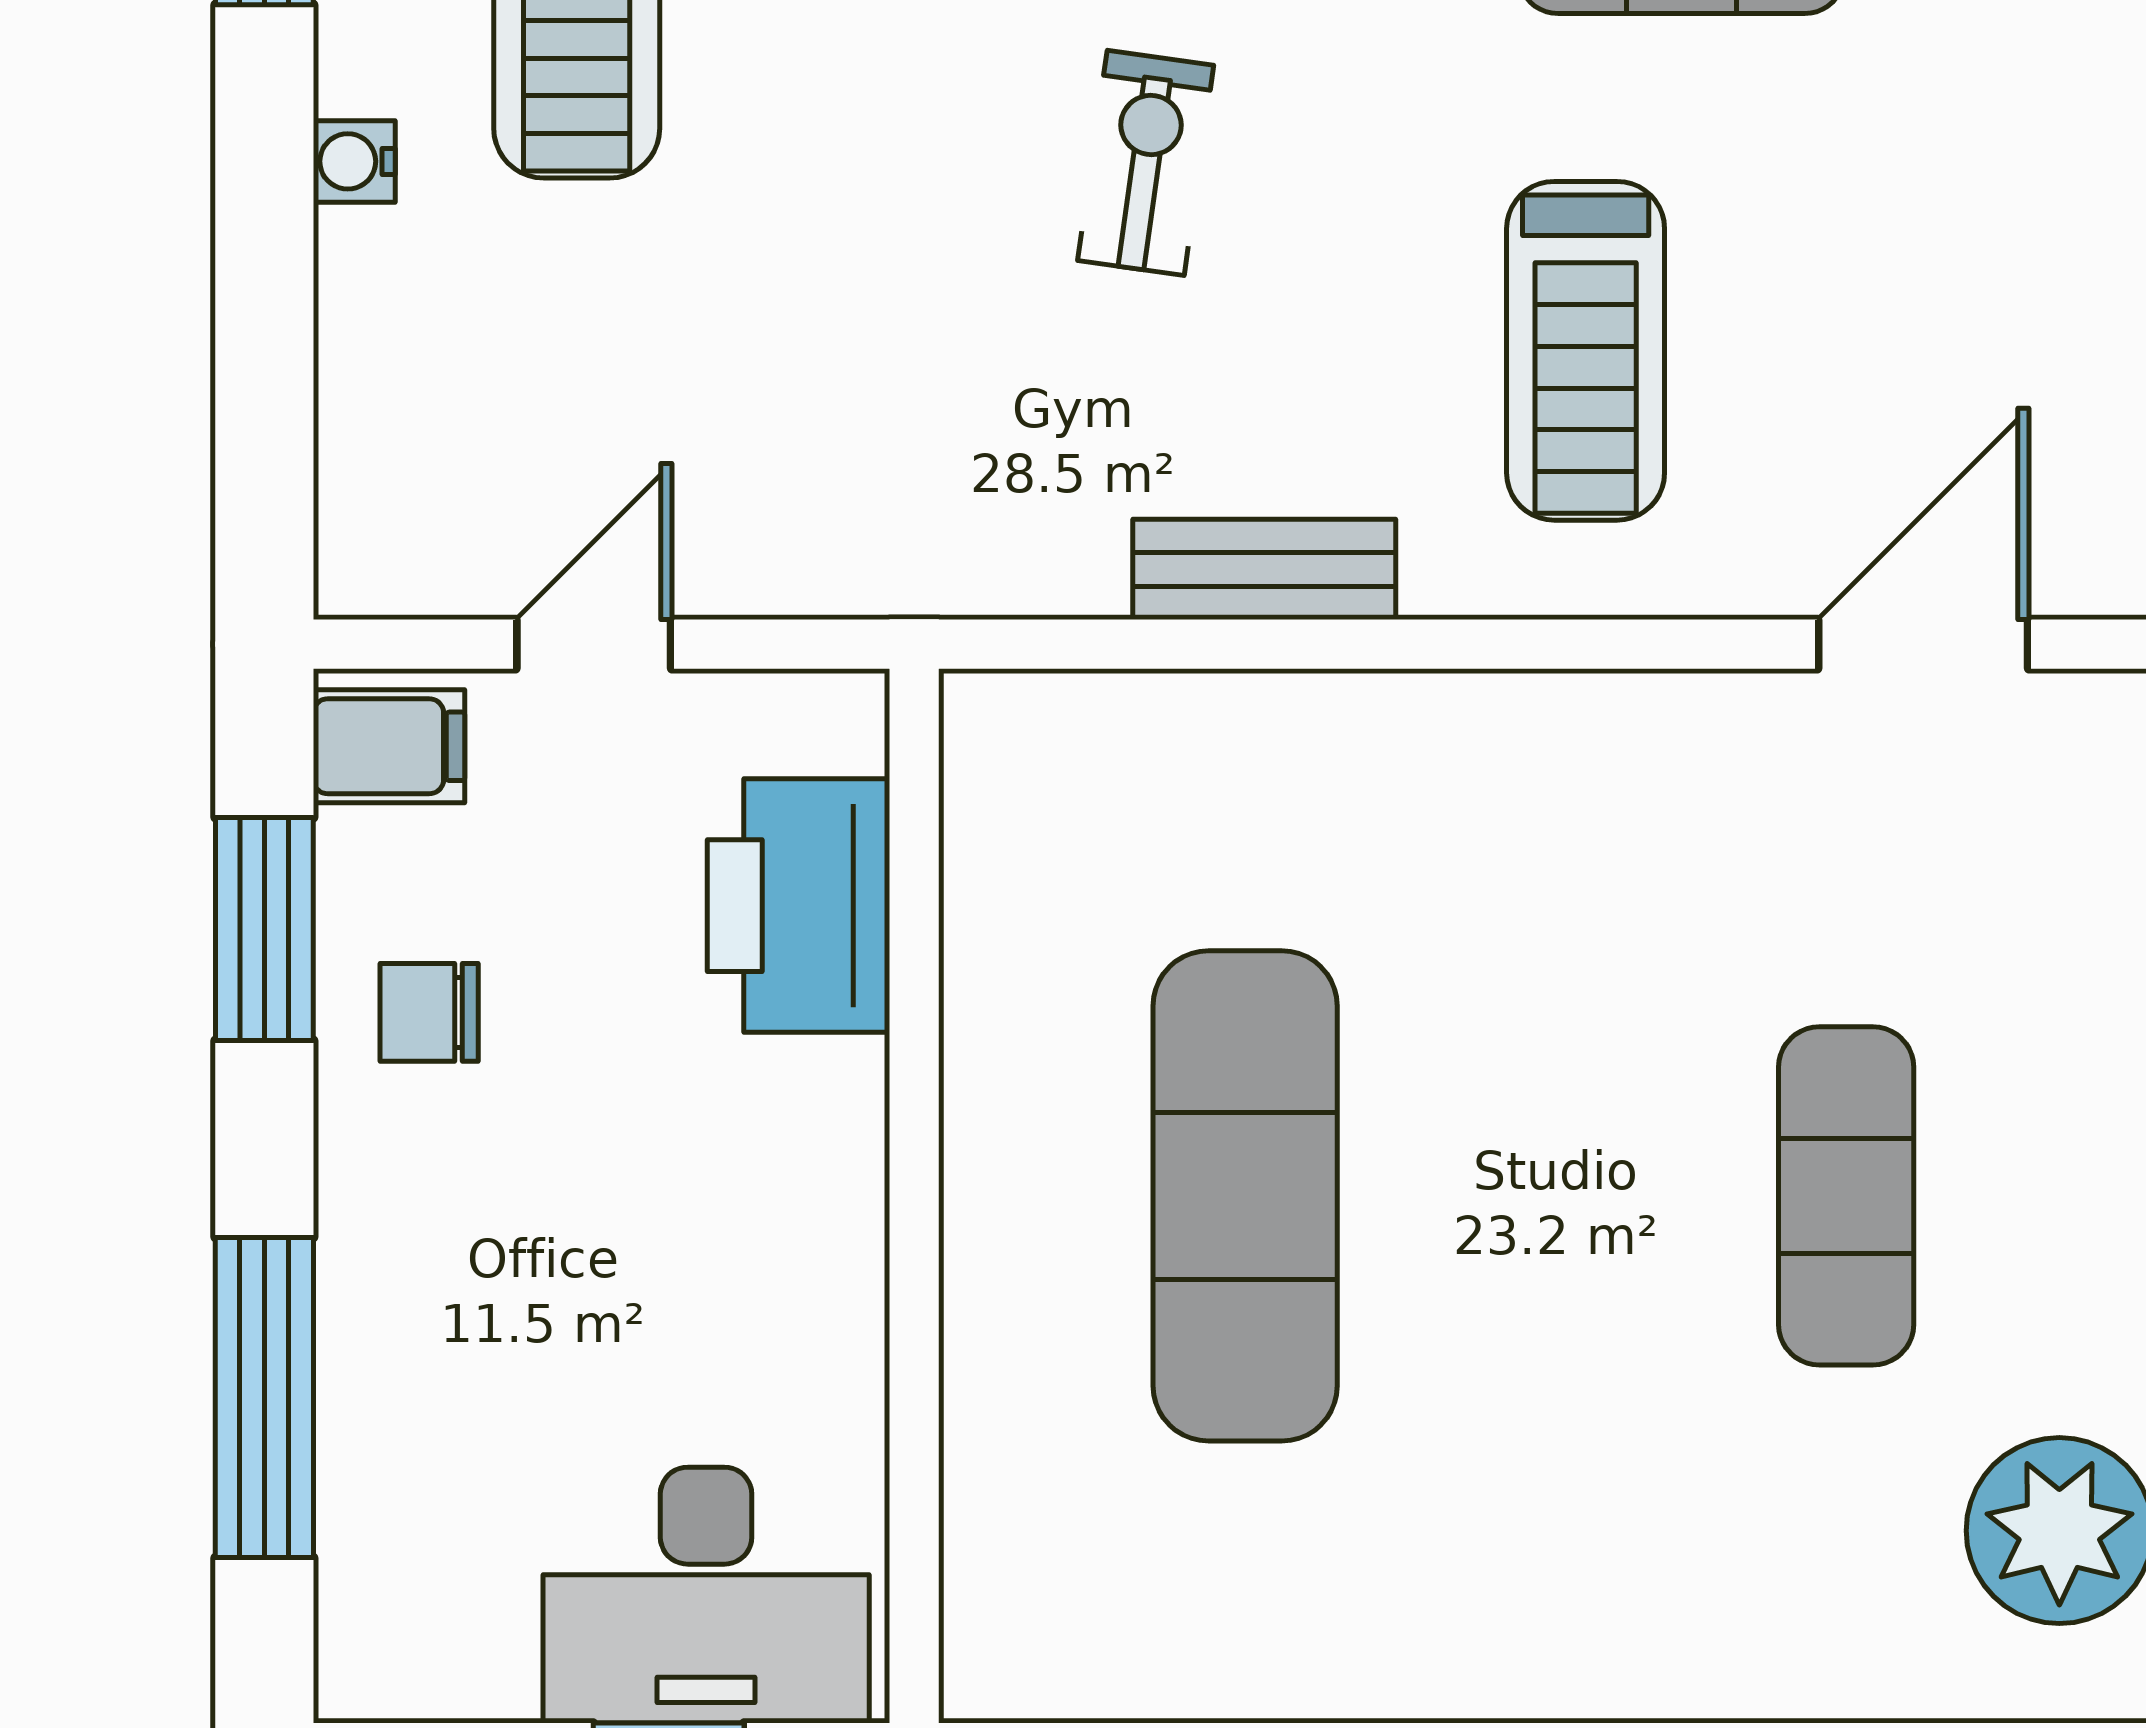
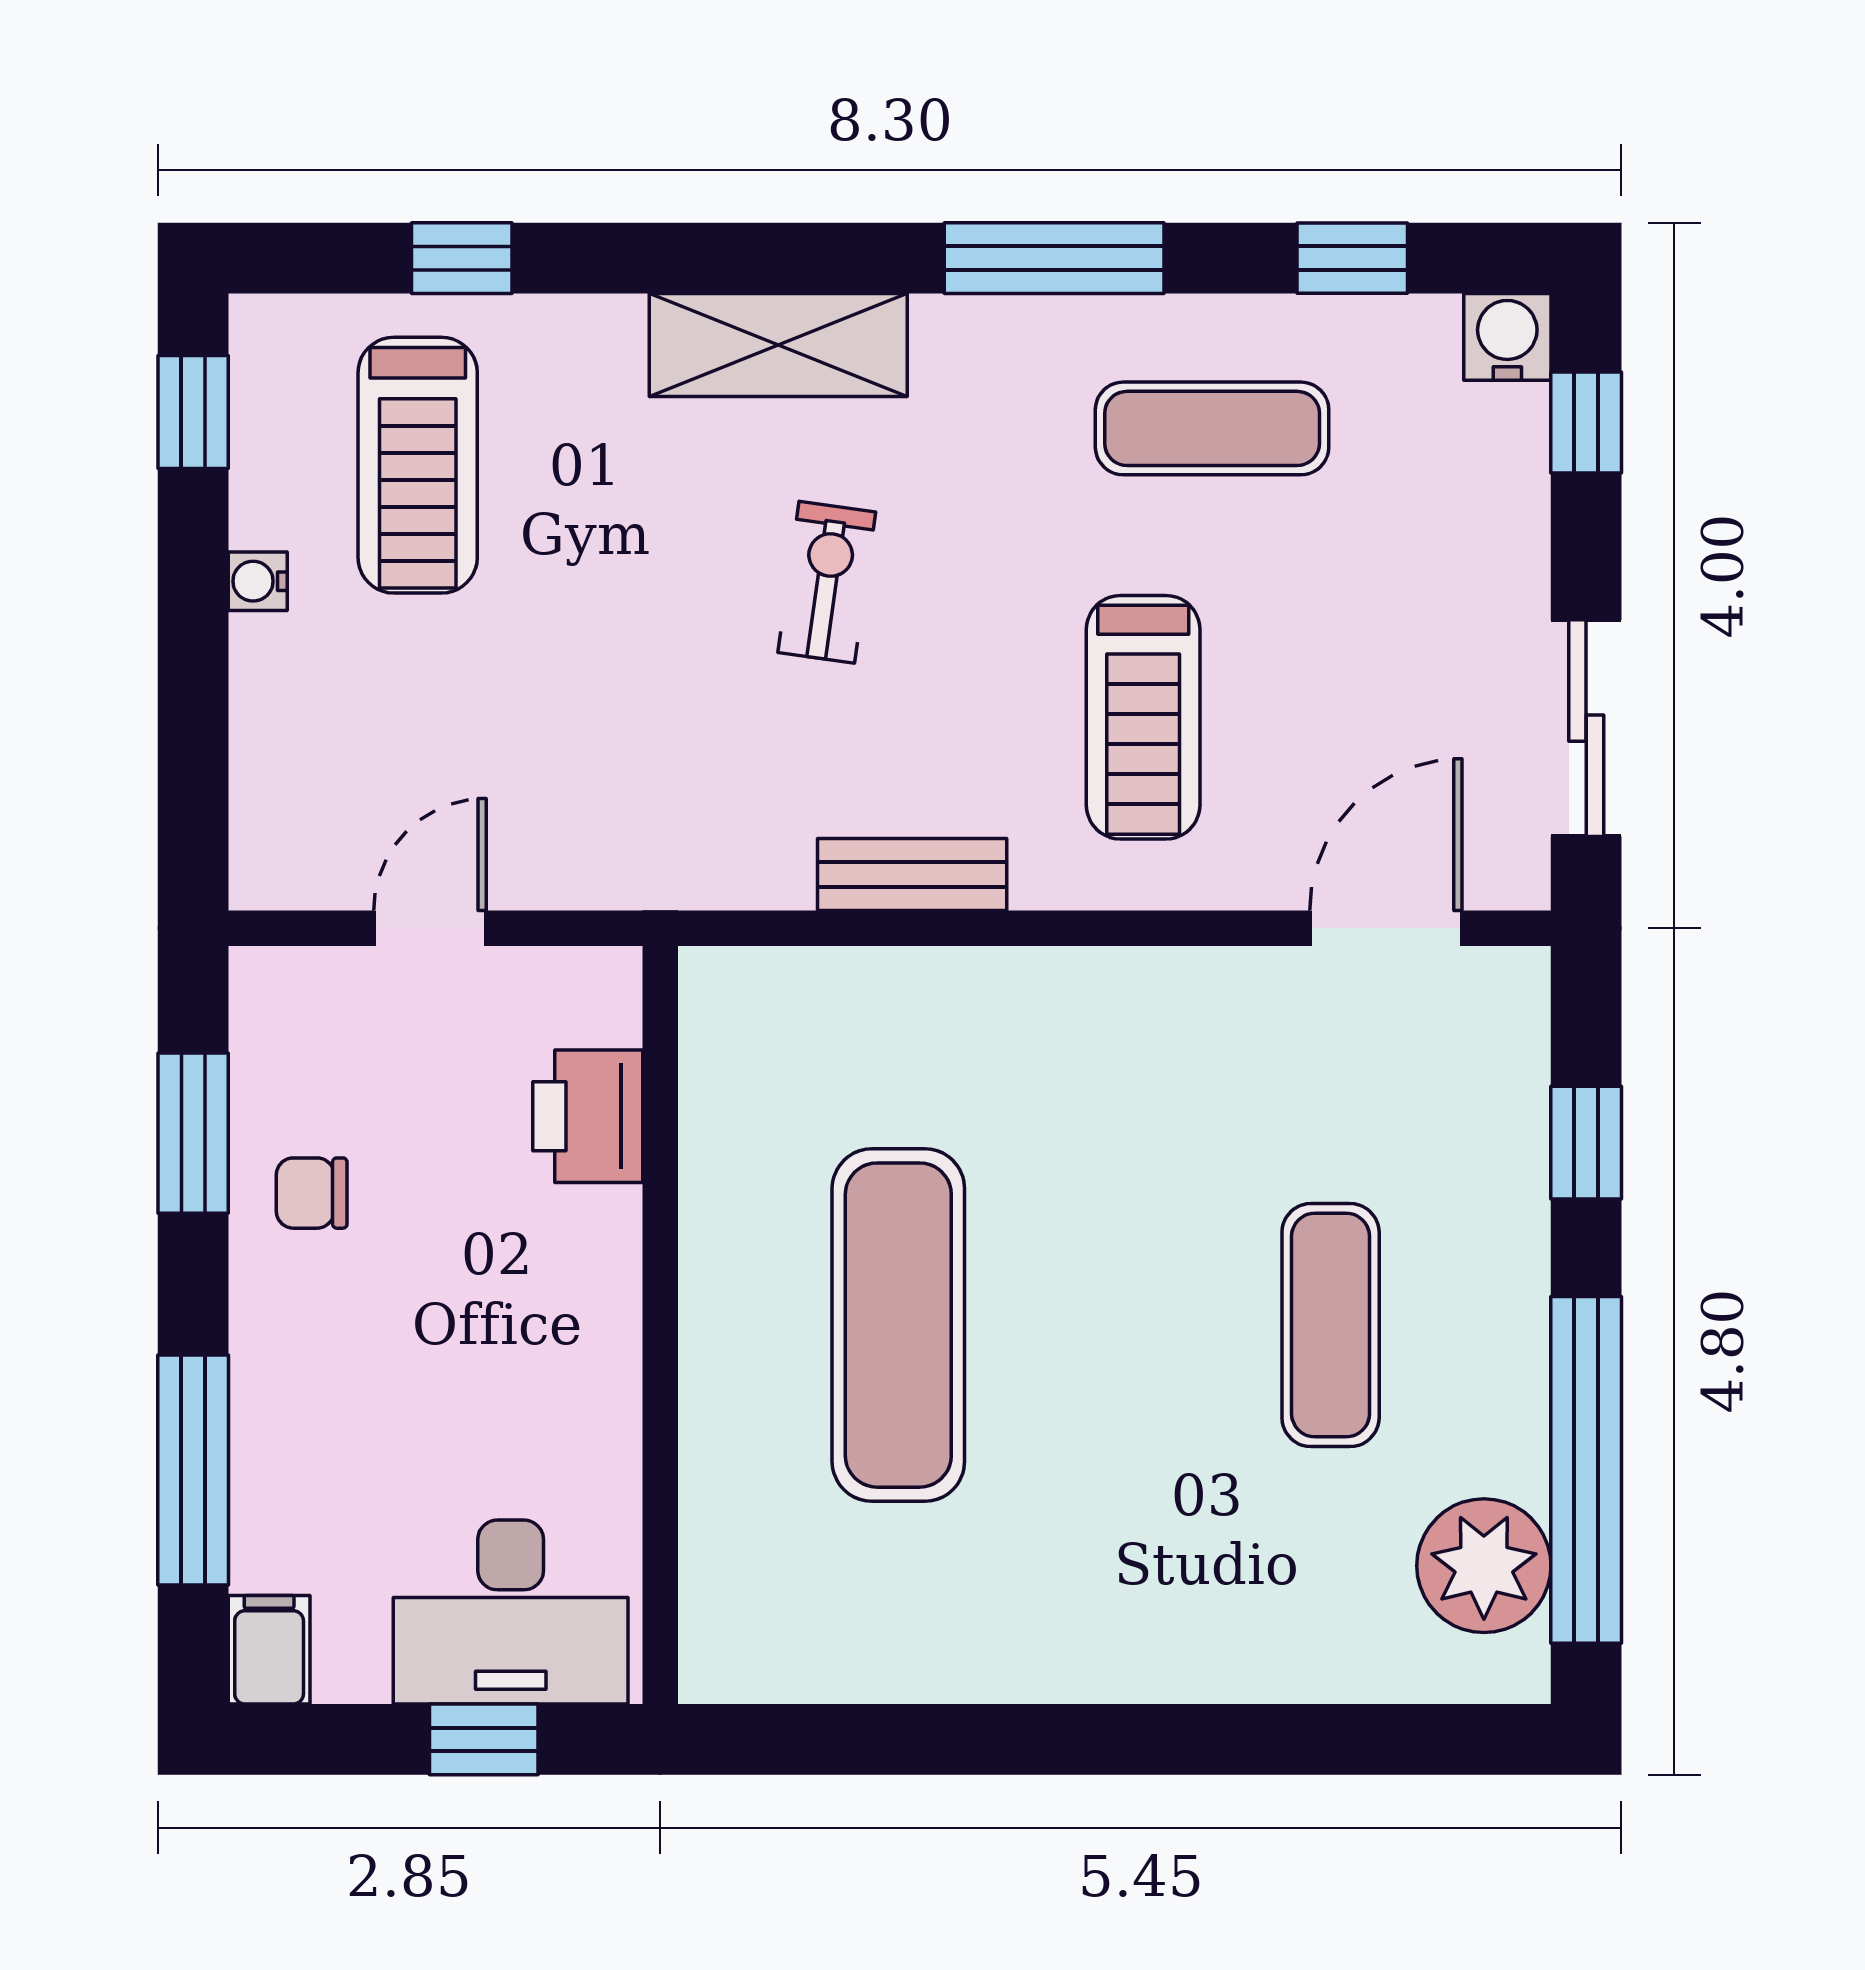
filing cabinet: (389, 746) -> (269, 1650), moved, turned -90
printer: (799, 906) -> (588, 1116), width x0.73, depth x0.84

